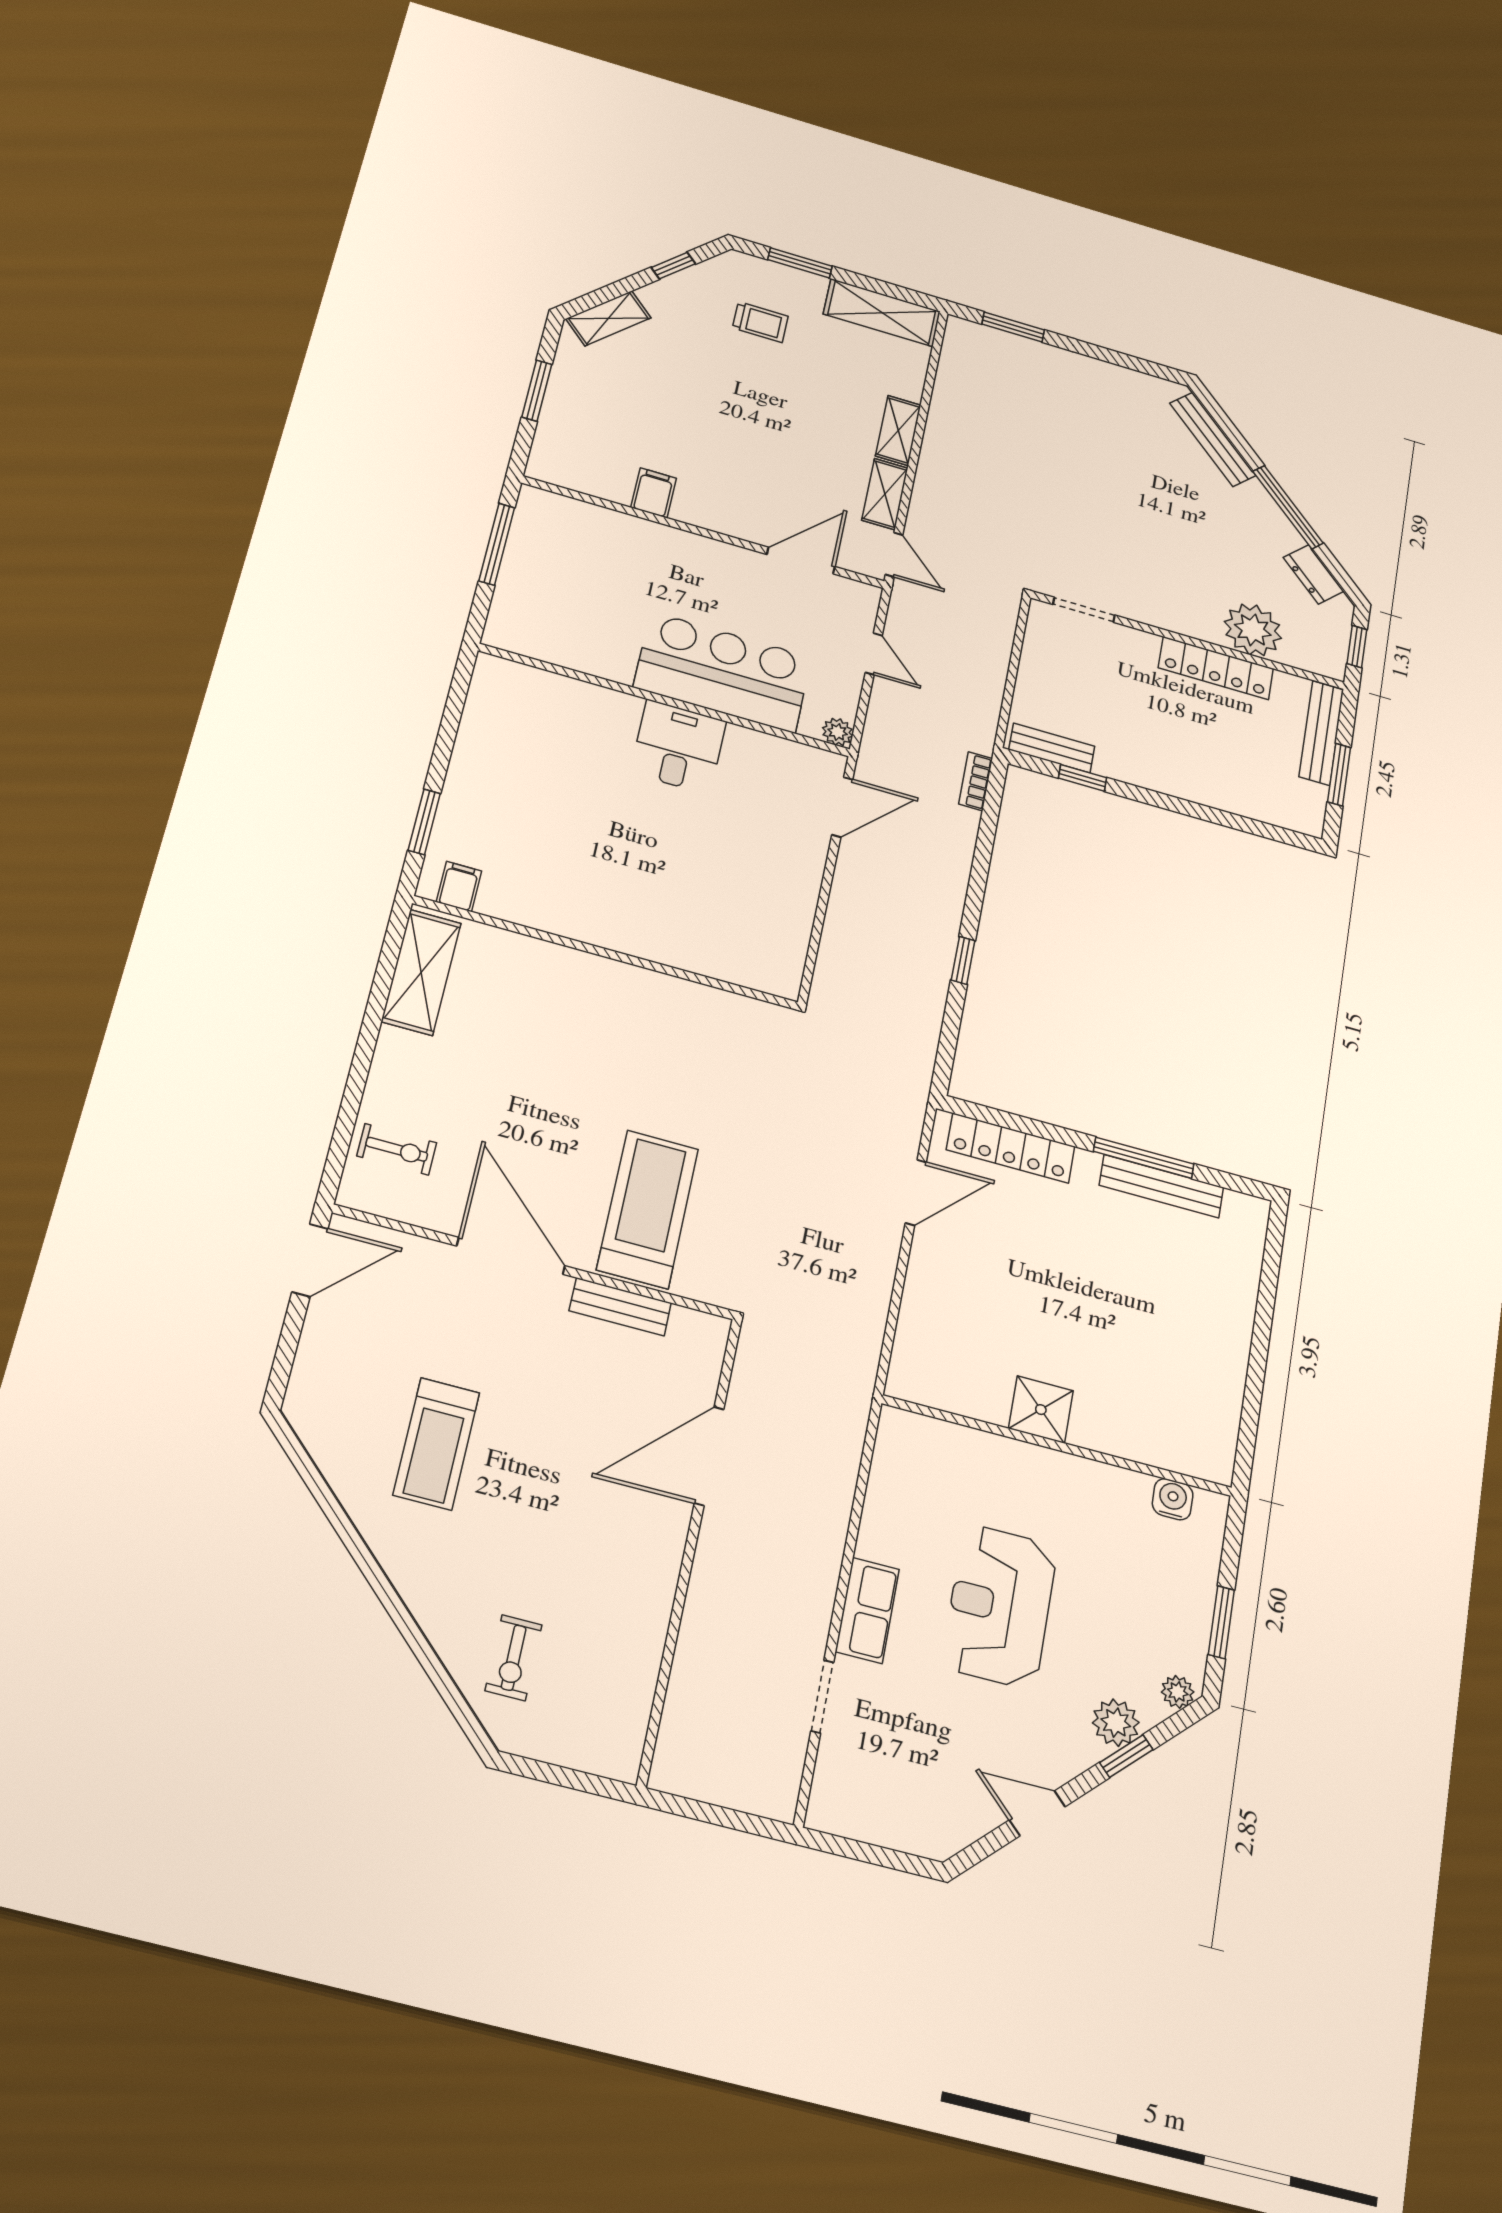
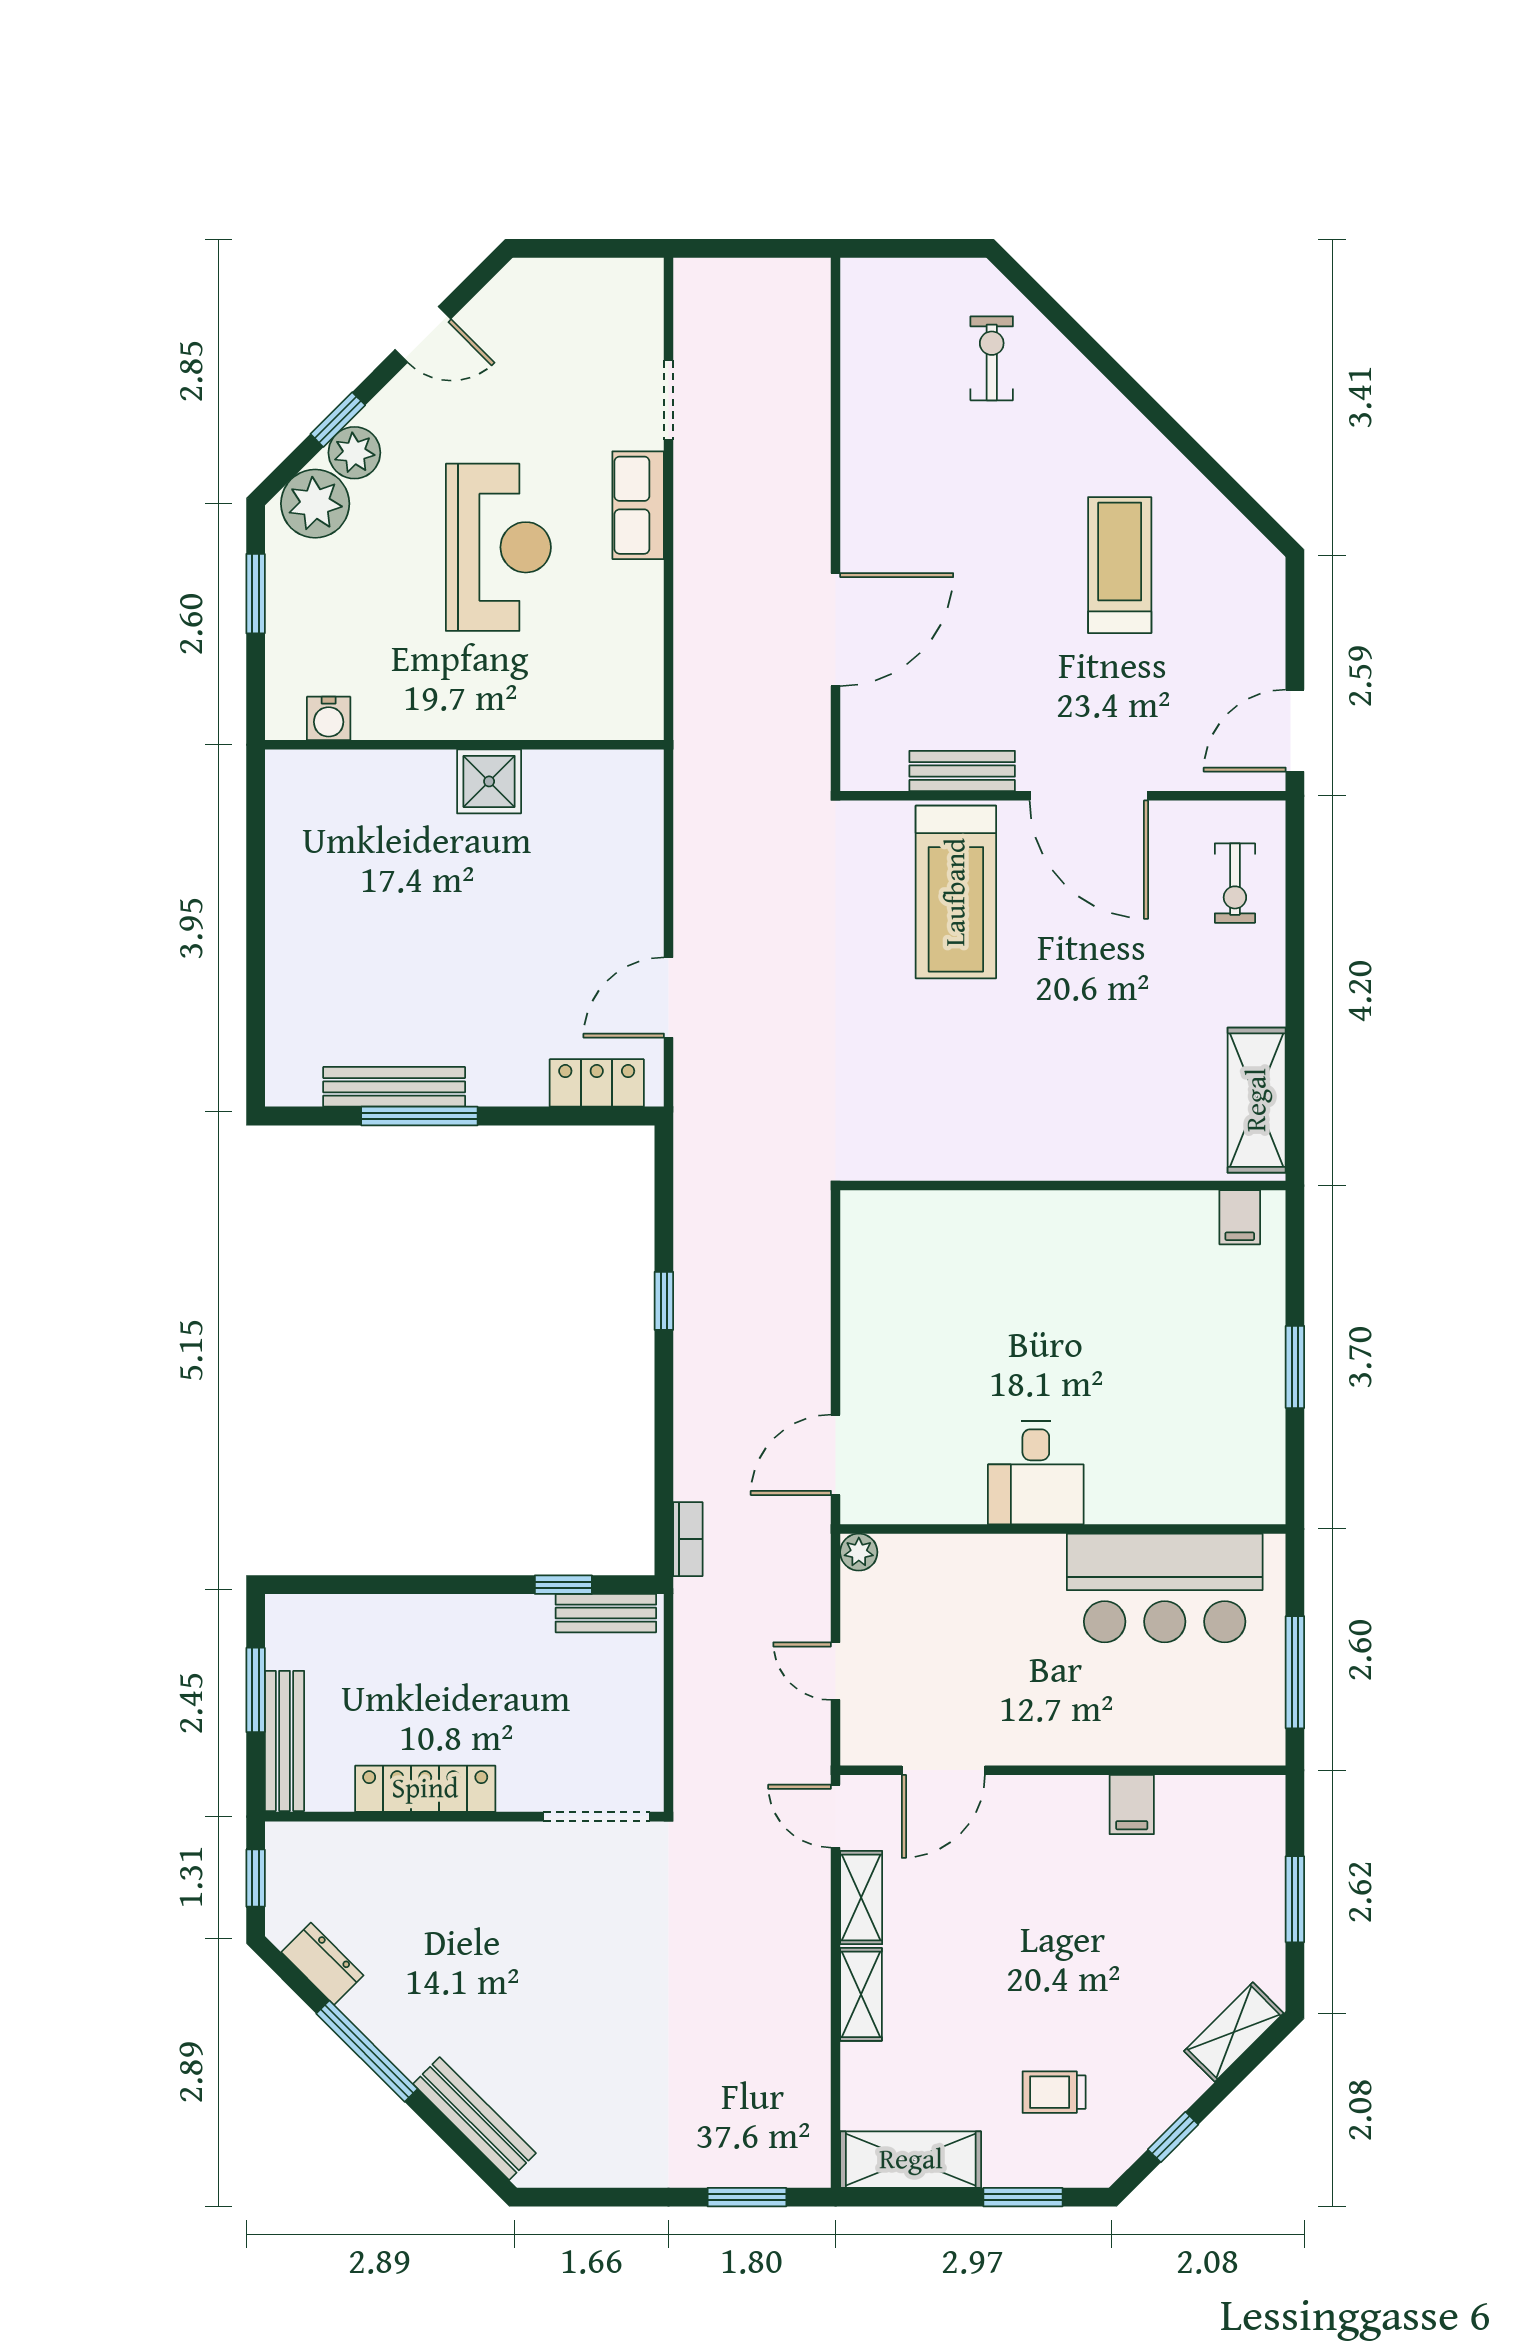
doorway: (1084, 610) -> (597, 1817), width x1.38
plant: (1253, 630) -> (387, 1858), removed
bar counter: (723, 672) -> (1165, 1588), moved
window: (424, 822) -> (1295, 1367), moved
locker: (1011, 1148) -> (597, 1083), width x0.66
exercise bike: (397, 1149) -> (1235, 883), turned -90
plant: (1178, 1692) -> (315, 504), width x1.88, depth x1.88

